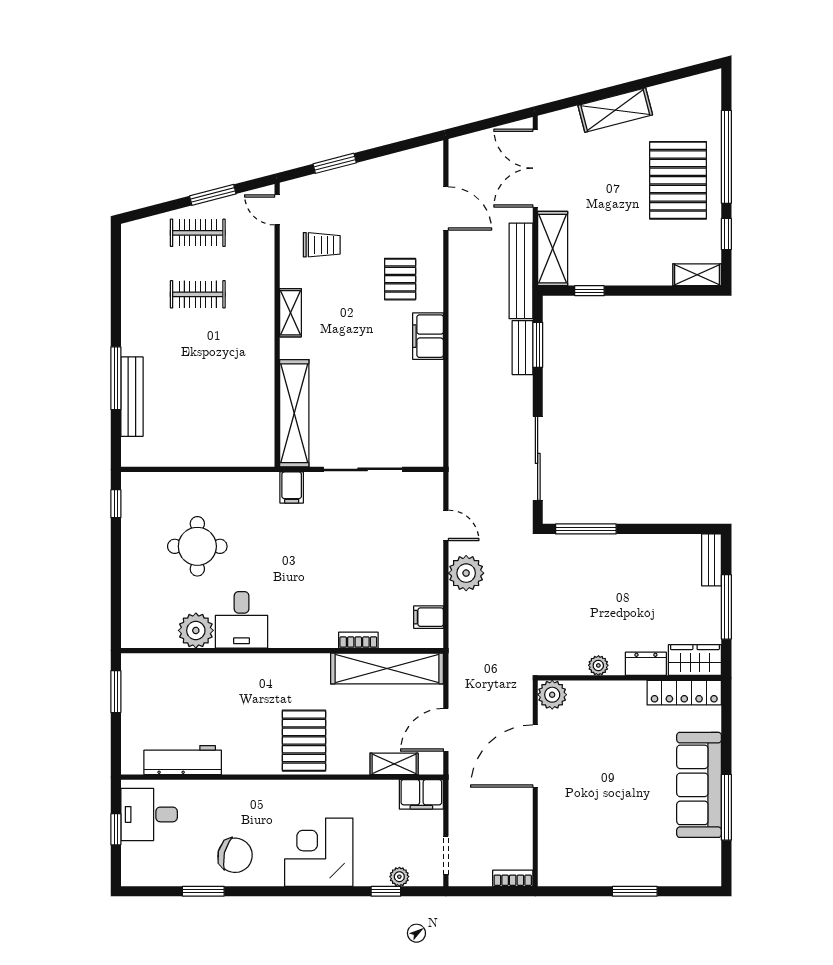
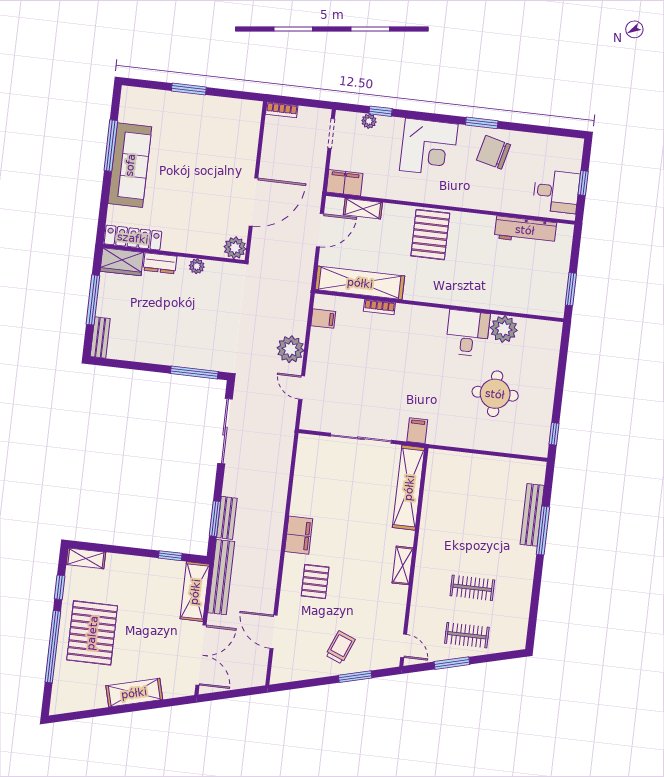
trolley: (322, 245) -> (340, 647), moved, turned 112
window: (203, 891) -> (482, 123), moved

